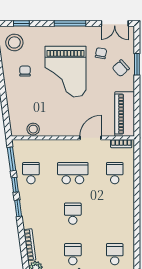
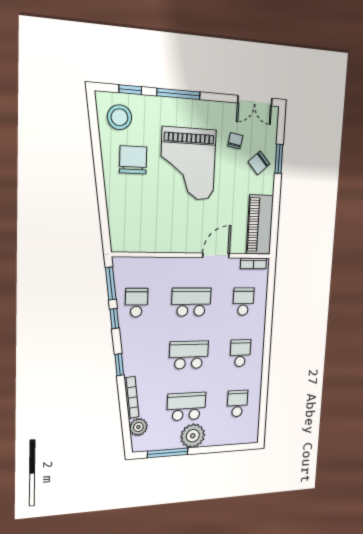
window: (70, 23) -> (179, 94), moved
chair: (25, 71) -> (133, 160), width x1.87, depth x1.87
stool: (33, 129) -> (142, 242), removed
window: (18, 208) -> (119, 365), moved
school desk: (73, 214) -> (189, 355), width x1.85
school desk: (115, 214) -> (240, 353), added
school desk: (73, 254) -> (186, 407), width x1.85

